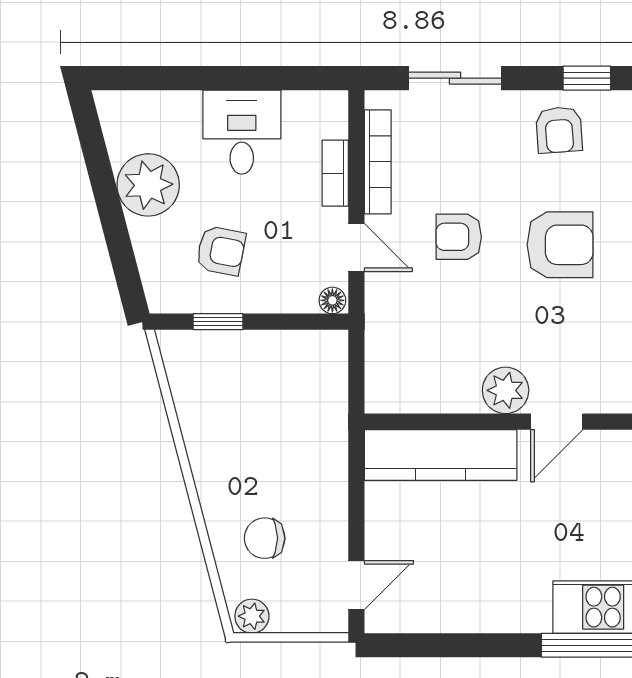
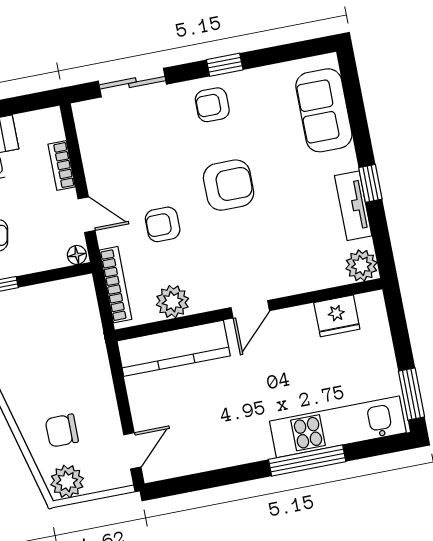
armchair: (559, 130) -> (212, 105), turned 94
bookcase: (378, 162) -> (116, 285), moved
armchair: (459, 237) -> (163, 224), moved
plant: (506, 390) -> (172, 302), moved
plant: (252, 616) -> (67, 481), width x1.38, depth x1.38

